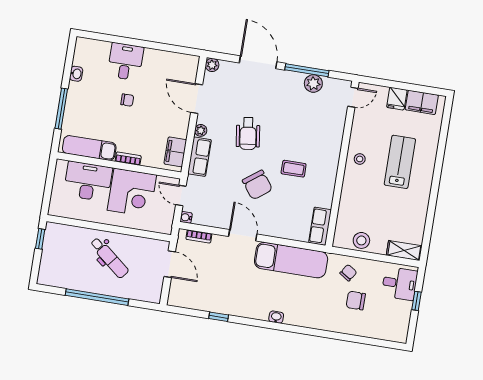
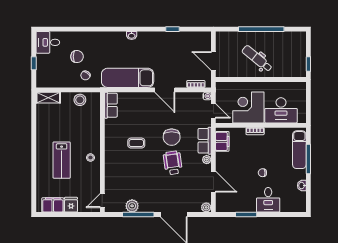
window: (159, 46) -> (246, 215), added
exam couch: (89, 148) -> (299, 150), moved, turned 90
chair: (257, 185) -> (172, 137), moved, turned -143
desk: (400, 284) -> (48, 42), moved

